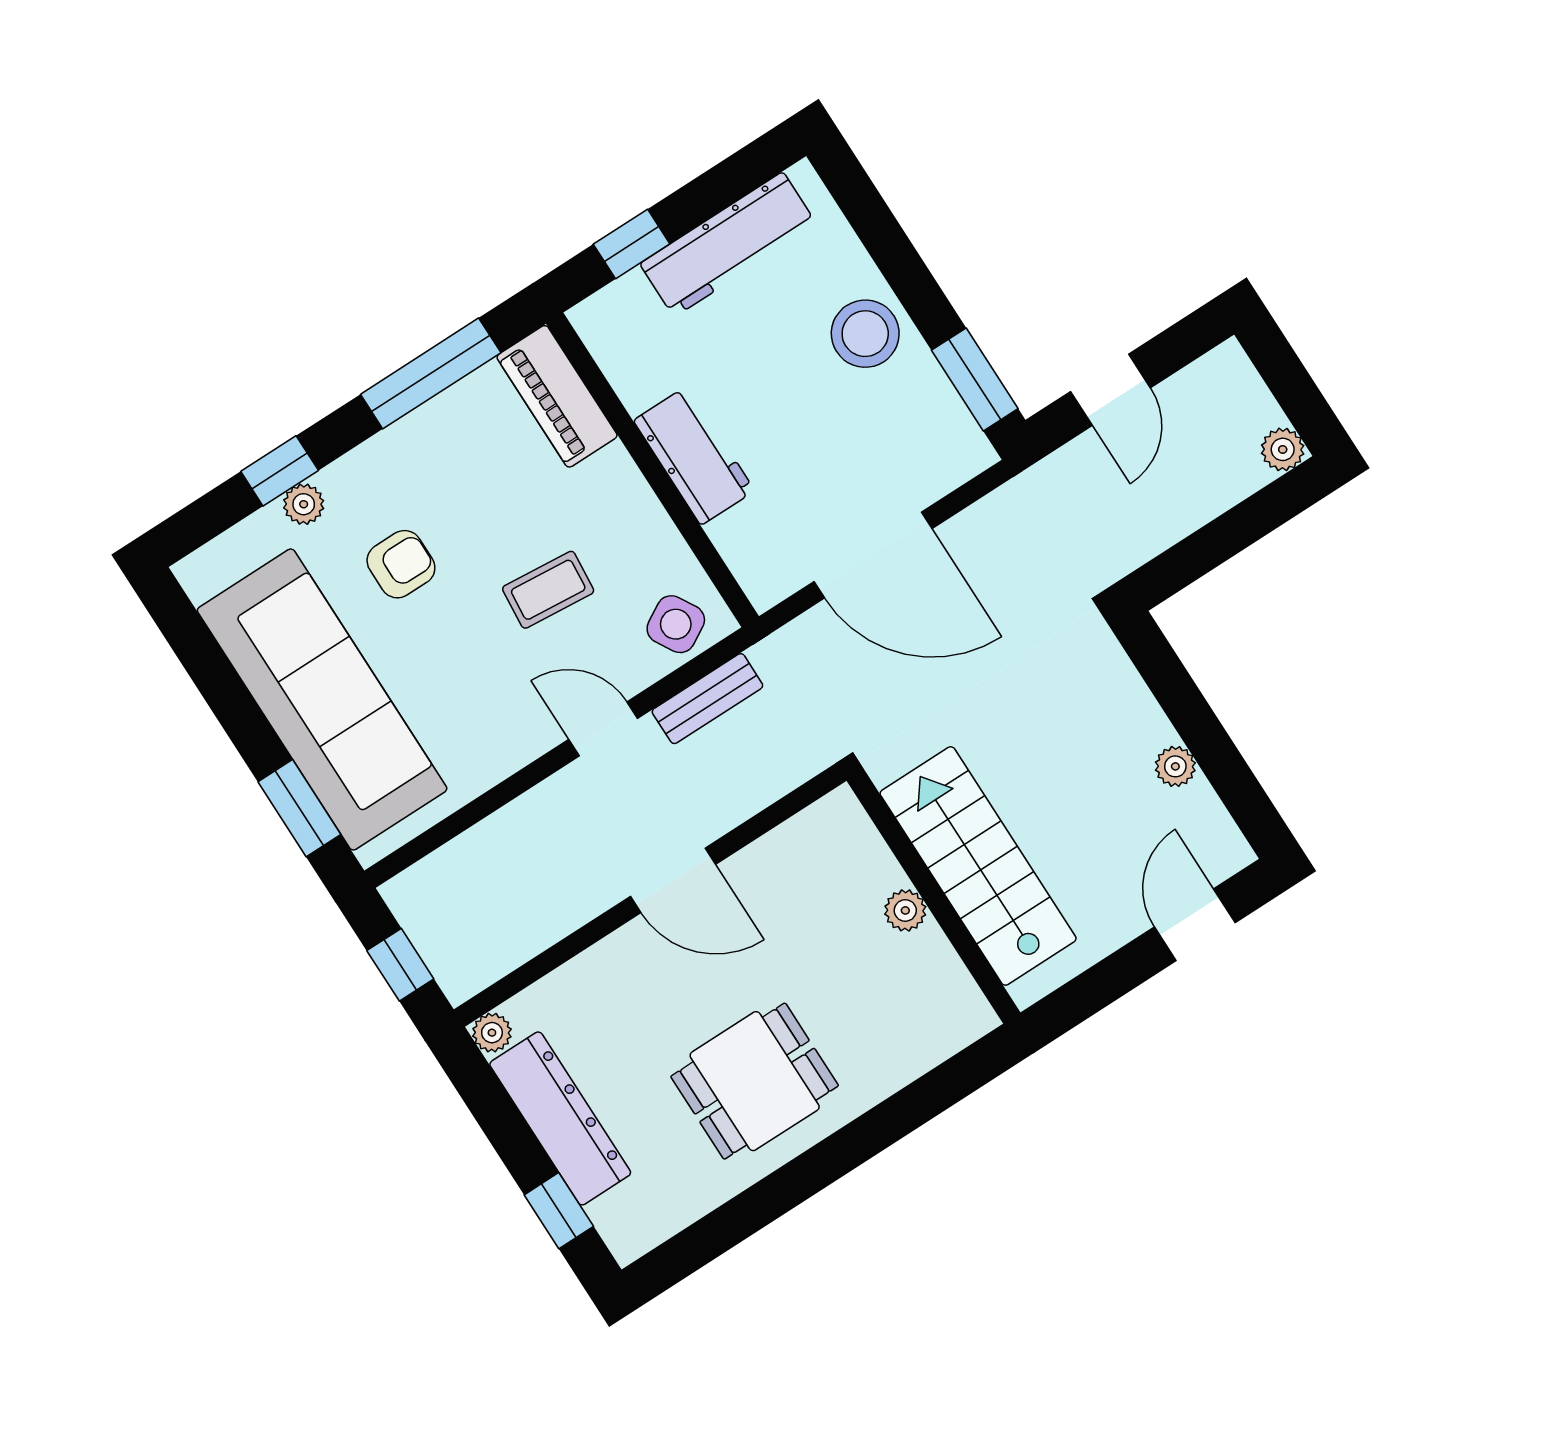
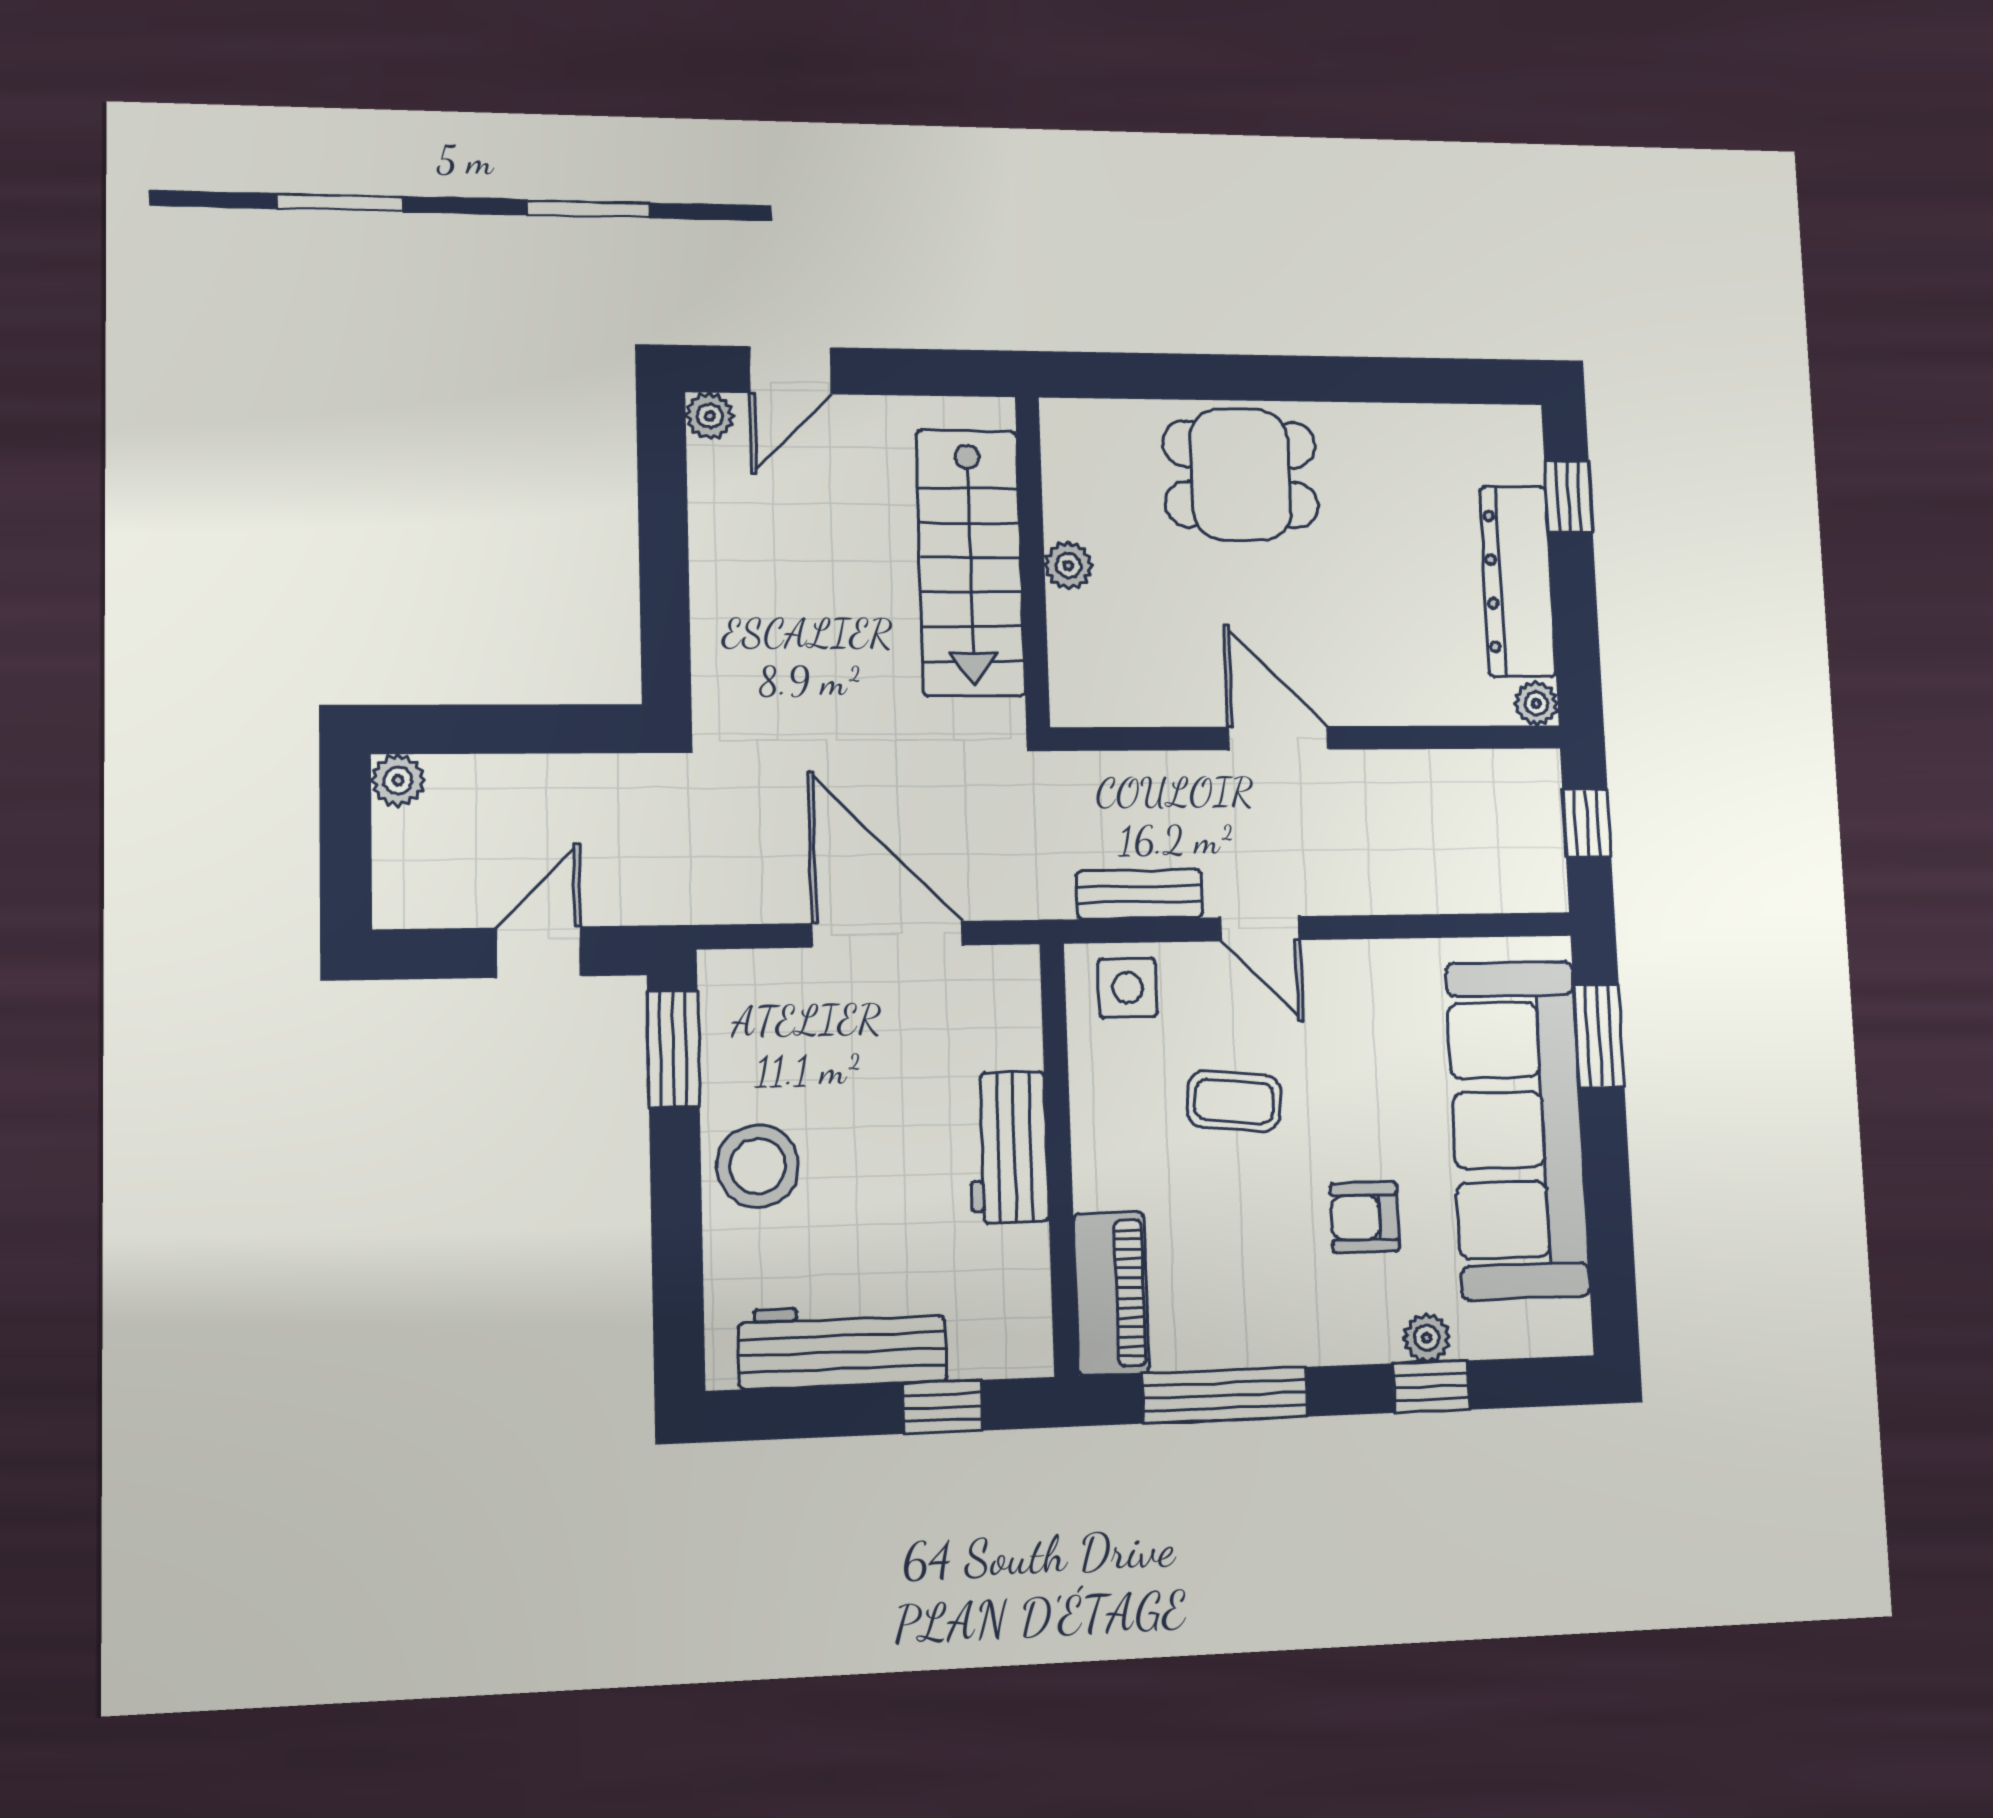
side table: (676, 624) -> (1127, 988), turned 30
plant: (1175, 766) -> (710, 416), moved
dining table: (755, 1081) -> (1241, 474), moved

